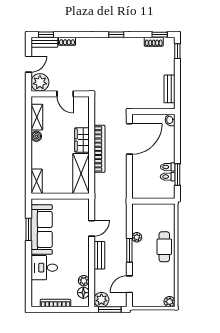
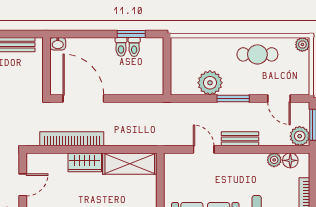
bookcase: (99, 149) -> (72, 139), moved
plant: (137, 237) -> (210, 83), width x1.87, depth x1.87
cafe table: (164, 247) -> (257, 54), moved

